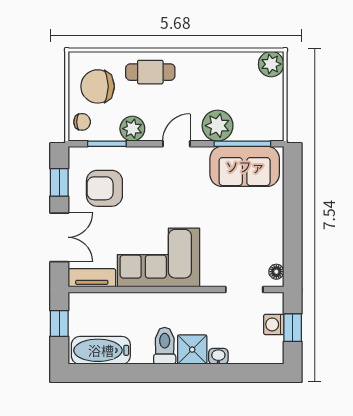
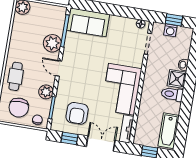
sofa: (245, 166) -> (88, 22), moved, turned 90

